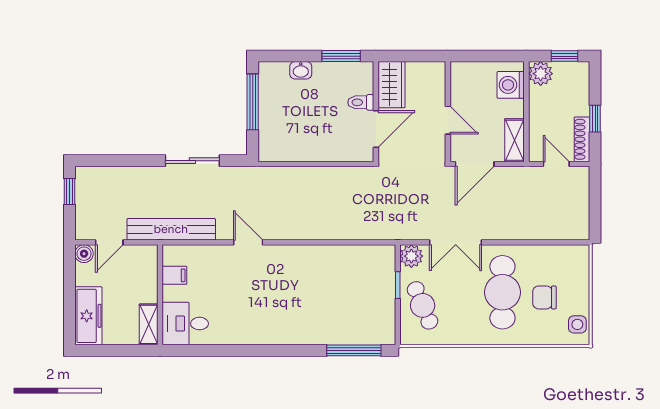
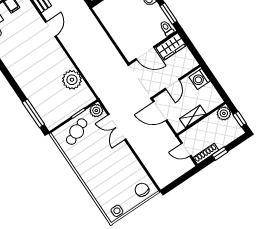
washing machine: (511, 85) -> (200, 79), moved, turned -90
toilet: (361, 102) -> (167, 28), moved
shelving: (514, 140) -> (193, 116), moved
door: (556, 164) -> (186, 150), swing flipped
plant: (343, 261) -> (72, 80), added
cafe table: (502, 292) -> (108, 165), removed
chair: (545, 297) -> (142, 190), moved

